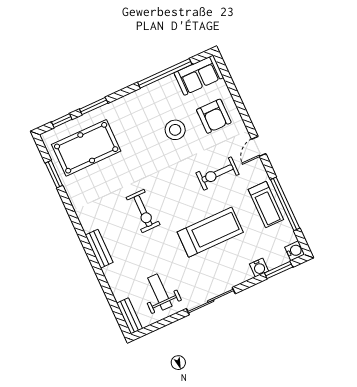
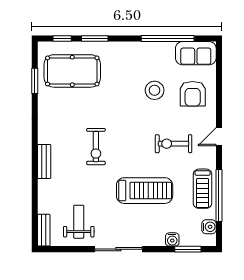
water cooler: (295, 251) -> (209, 227), moved

